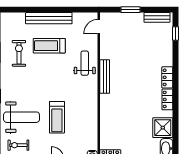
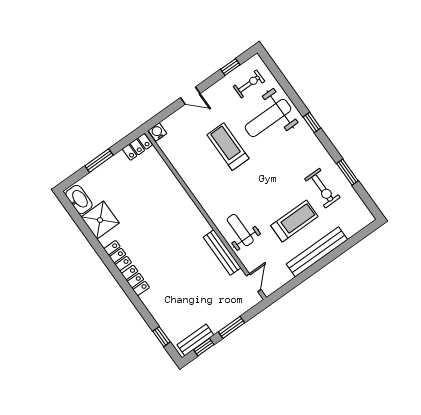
window: (155, 10) -> (204, 347), added
weight bench: (85, 63) -> (240, 230), turned 180
bench: (105, 76) -> (222, 252), moved

